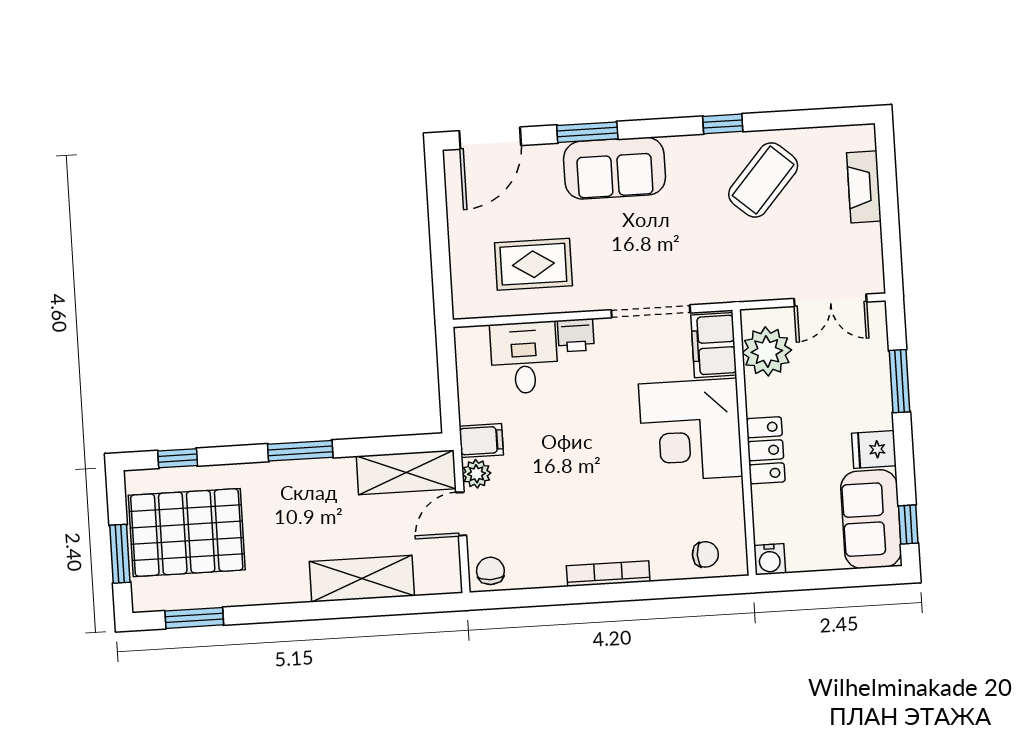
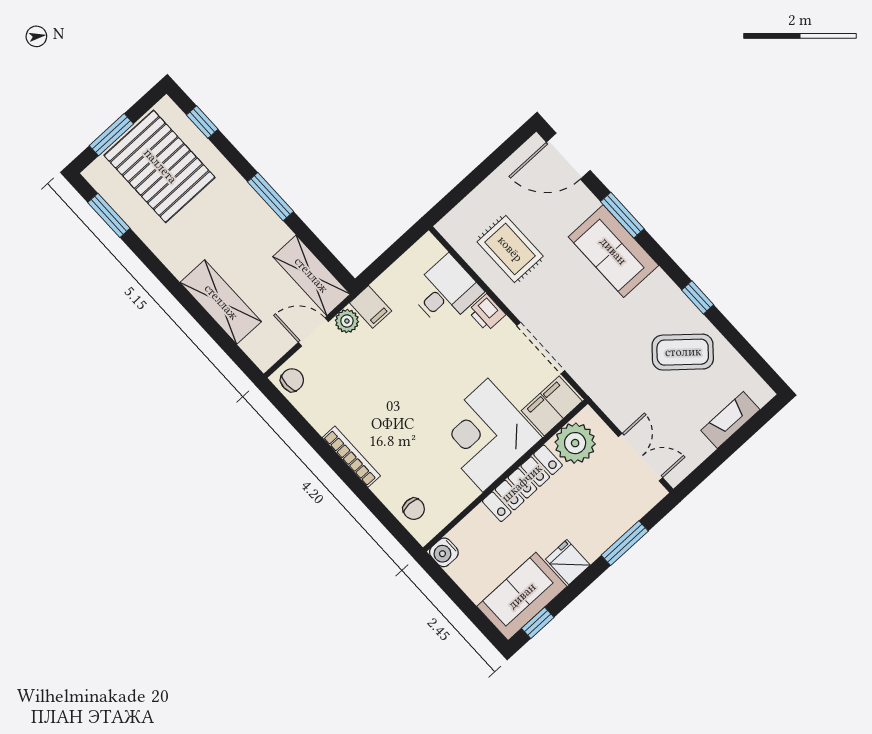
double door: (830, 300) -> (641, 457), swing flipped
locker: (766, 450) -> (522, 483), width x1.53

